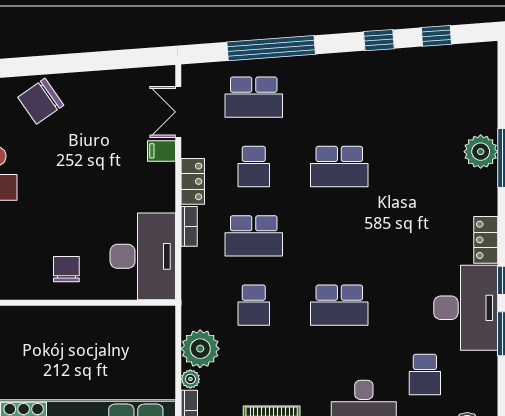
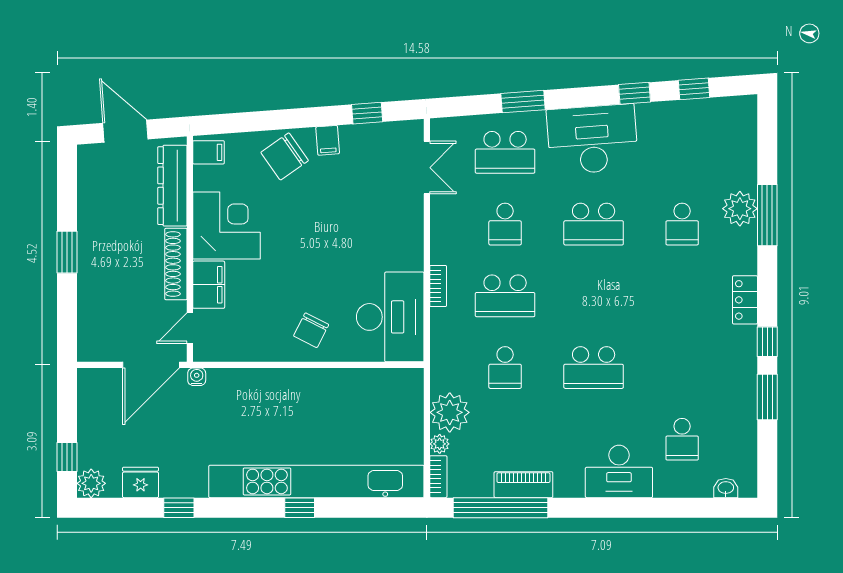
window: (271, 48) -> (523, 102), width x0.47
window: (120, 59) -> (367, 113), added
double door: (178, 112) -> (427, 168), swing flipped
filing cabinet: (162, 151) -> (328, 140), moved, turned -94
school desk: (425, 167) -> (682, 224), added
locker: (193, 181) -> (442, 239), removed
chair: (66, 269) -> (311, 330), turned -153
desk: (466, 308) -> (592, 139), moved, turned -94

